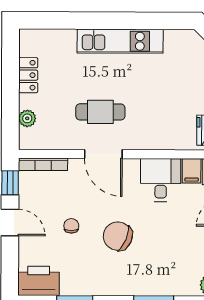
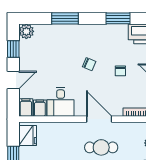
chair: (118, 236) -> (89, 64), width x0.54, depth x0.54

